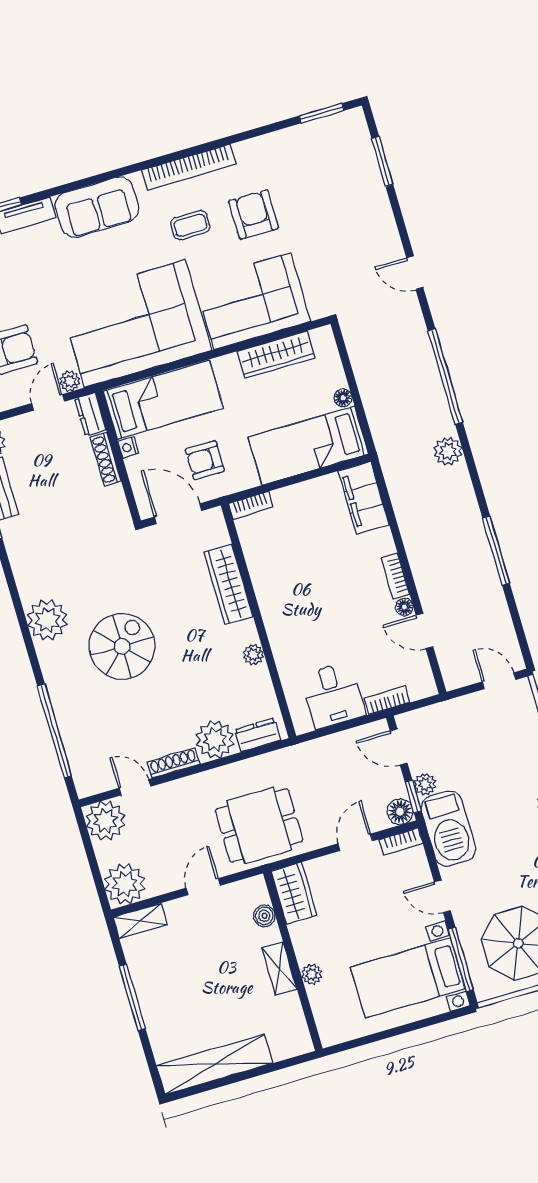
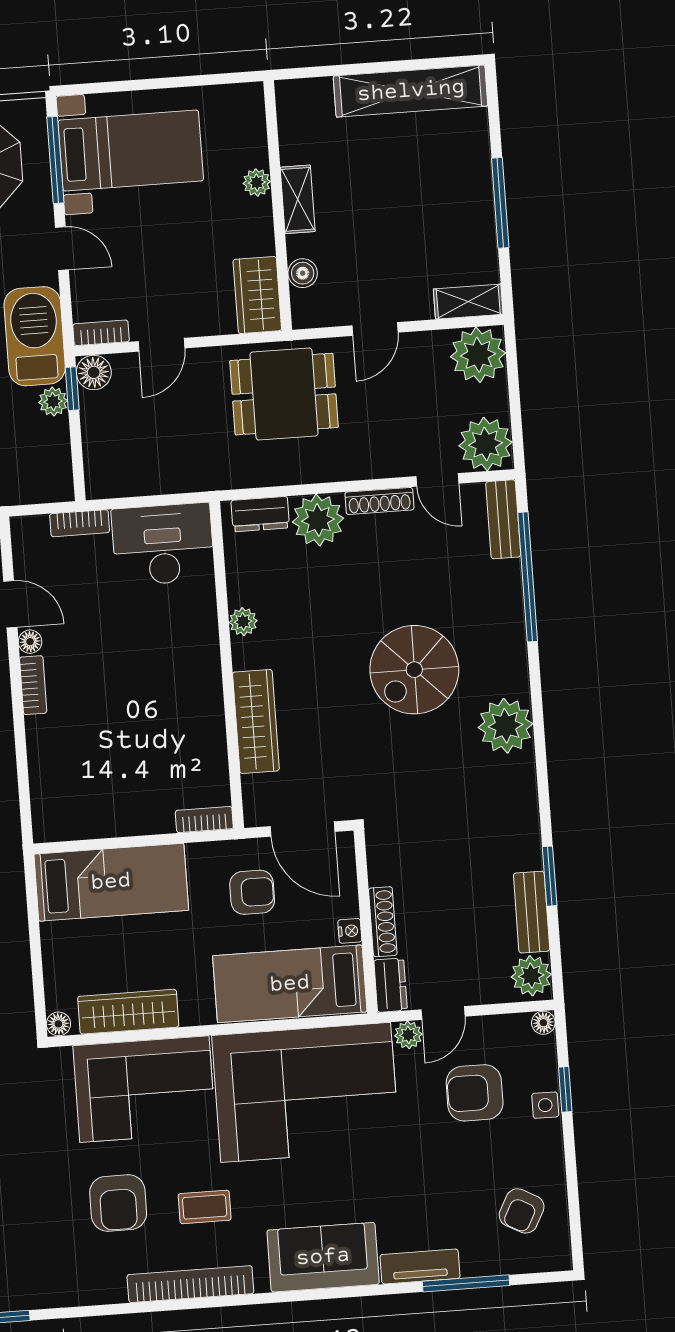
floor lamp: (343, 398) -> (58, 1024), moved
filing cabinet: (364, 498) -> (53, 797), removed
desk: (333, 695) -> (163, 544), width x1.37
door: (399, 747) -> (77, 458), removed
bench: (81, 769) -> (503, 519), added

